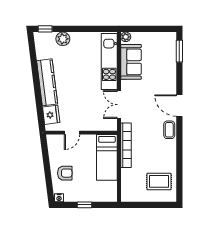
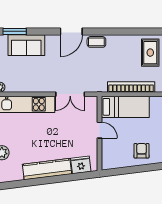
sofa: (131, 62) -> (26, 45), moved, turned 180
door: (72, 133) -> (99, 130), moved
bookcase: (126, 145) -> (131, 87), moved

